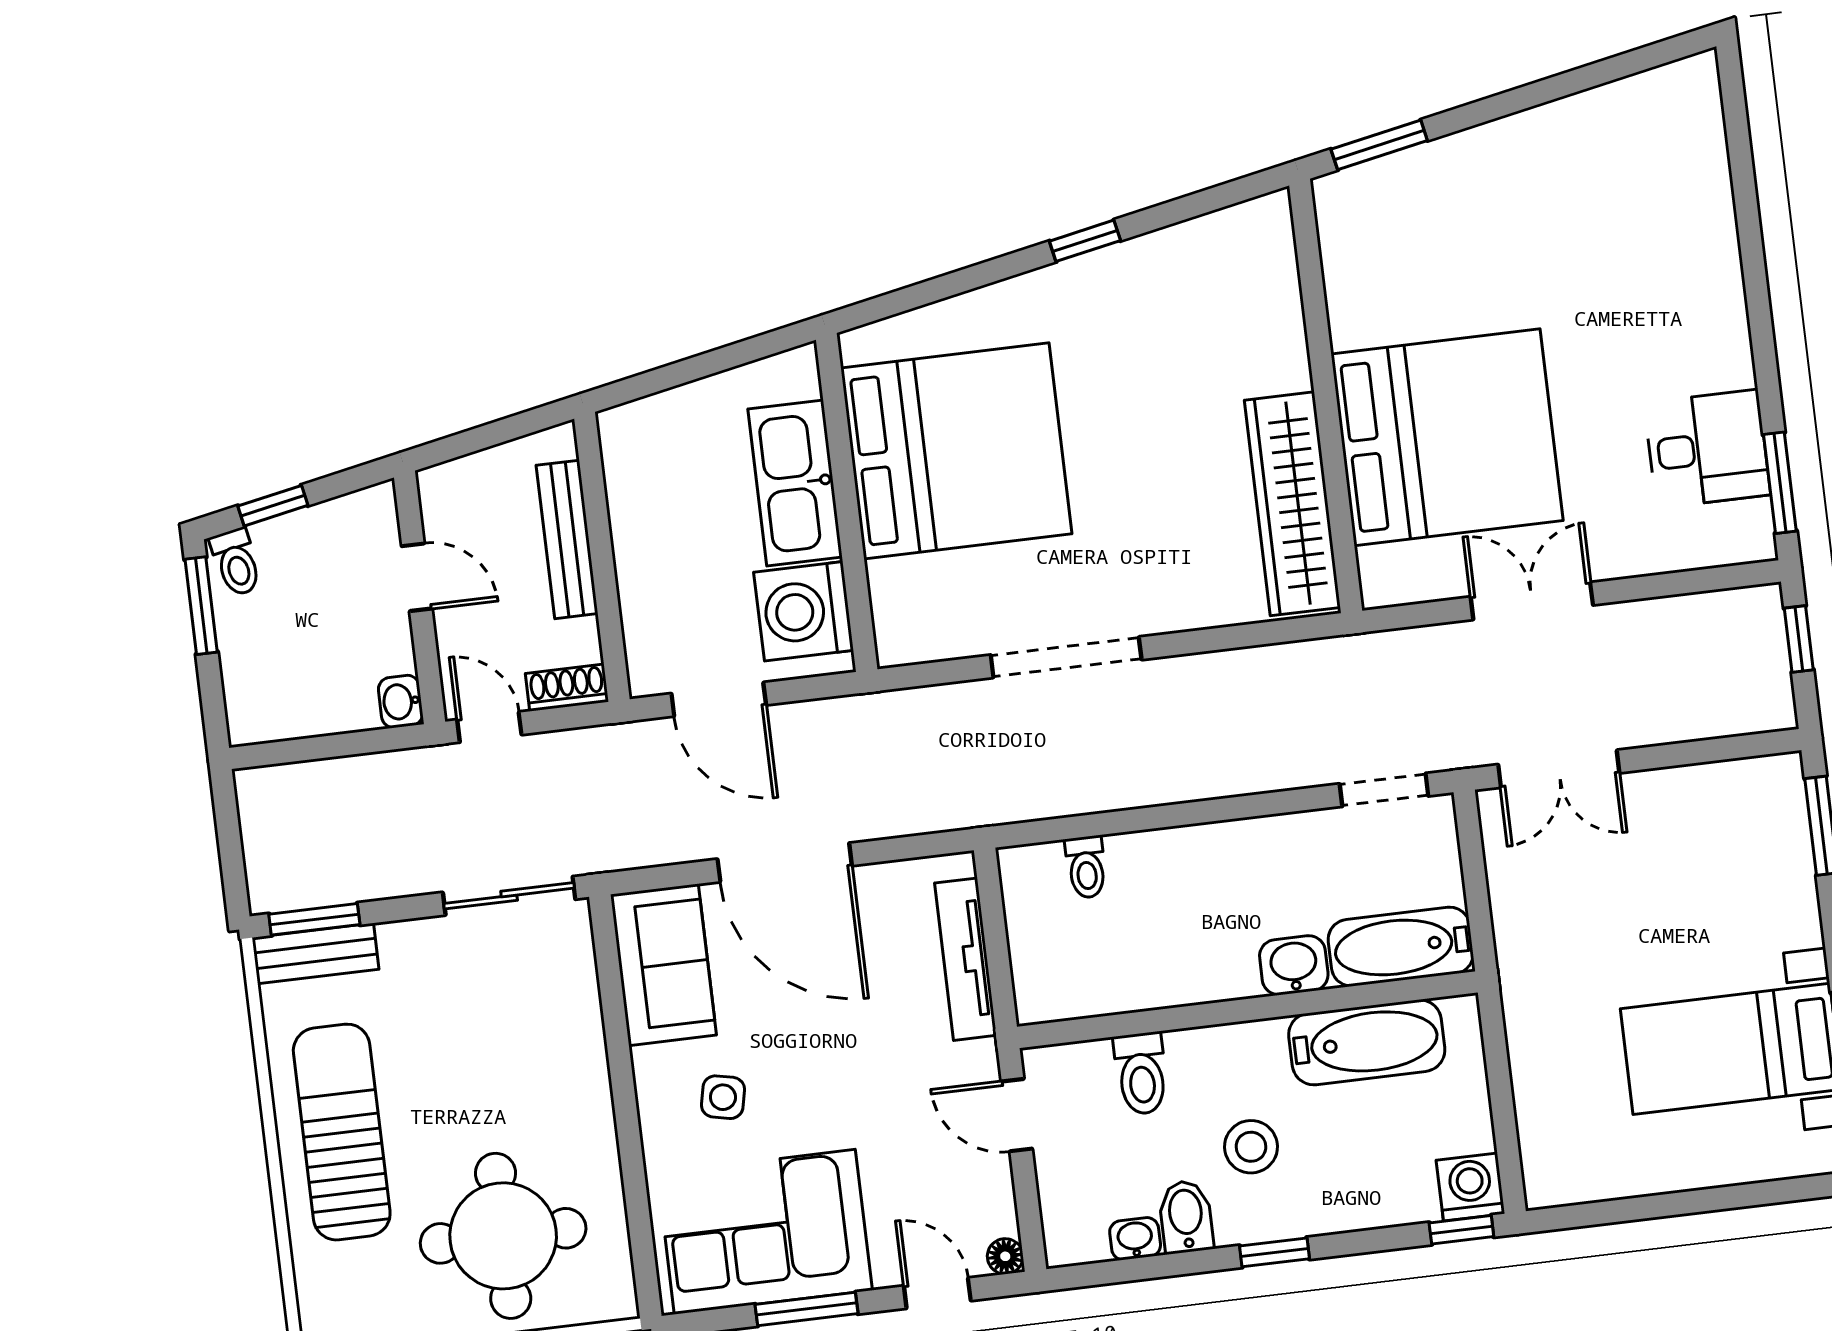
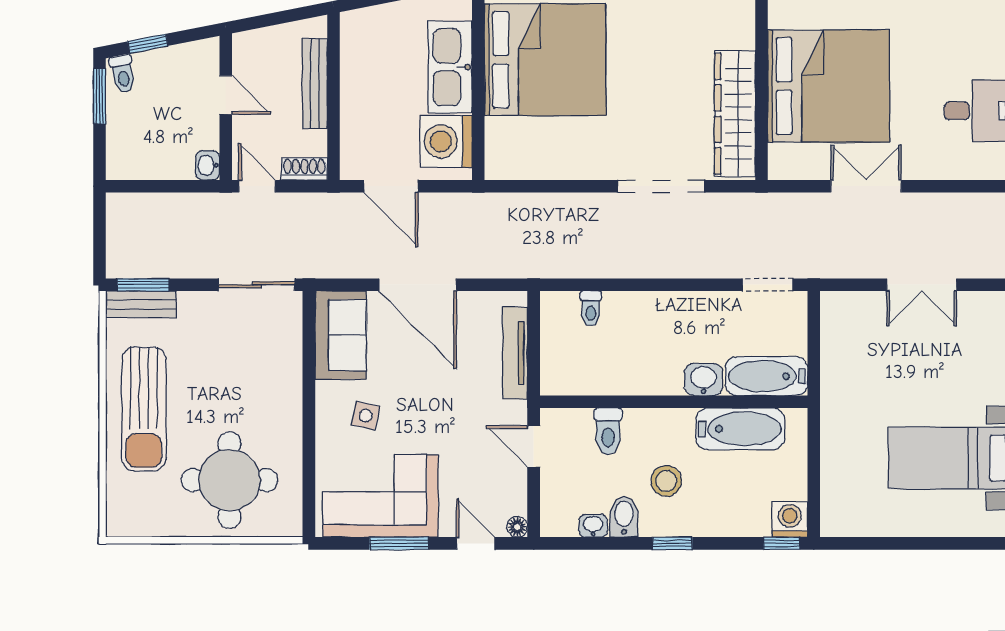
doorway: (1066, 657) -> (661, 186), moved
double door: (1559, 769) -> (922, 285), moved
sun lounger: (342, 1132) -> (144, 409), turned 180

